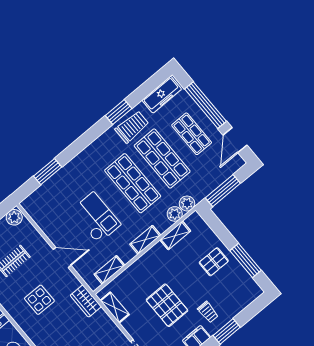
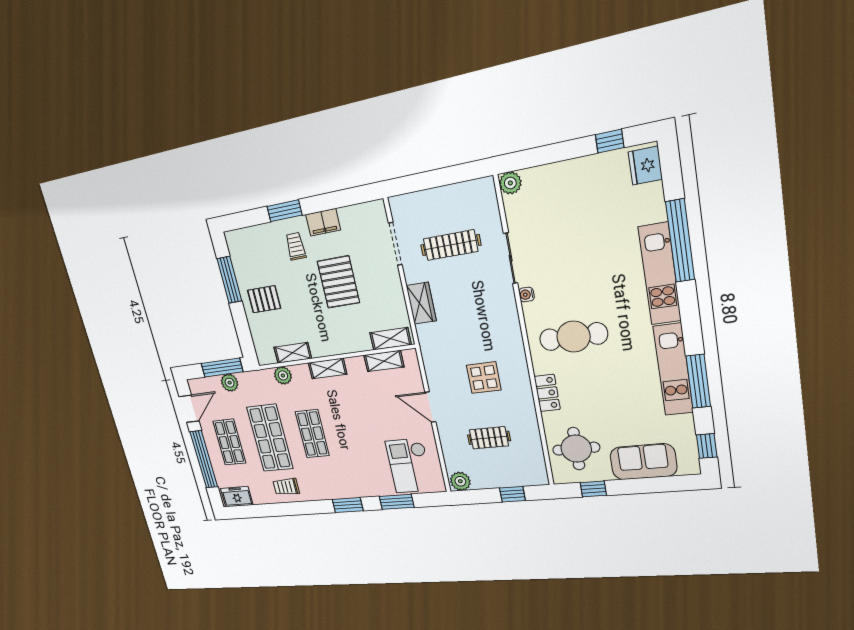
freezer: (162, 95) -> (237, 497), width x0.71
window: (119, 112) -> (348, 505), moved
trolley: (132, 127) -> (286, 487), width x0.73, depth x0.72
shop shelf: (133, 183) -> (312, 434), width x0.70, depth x0.74
plant: (187, 203) -> (230, 383), moved
checkout: (96, 218) -> (409, 466), moved
wardrobe: (86, 301) -> (421, 303), moved
shelving: (115, 307) -> (391, 339), moved, turned 90

